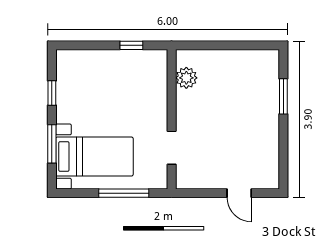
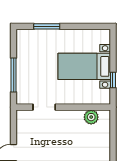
window: (52, 93) -> (81, 26), removed
bed with nightstands: (94, 157) -> (84, 66), moved, turned 90

